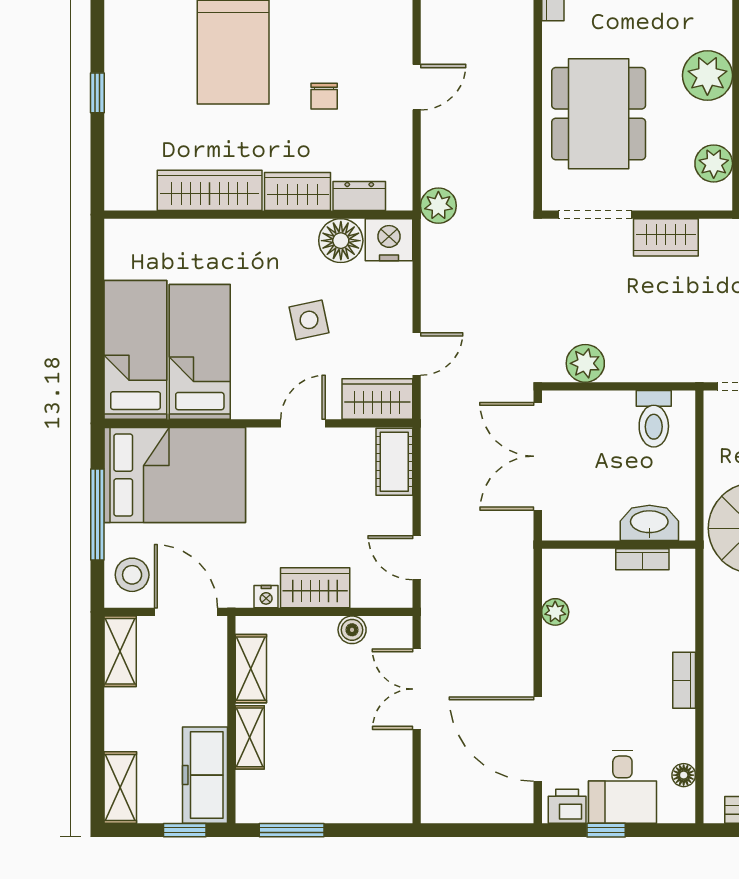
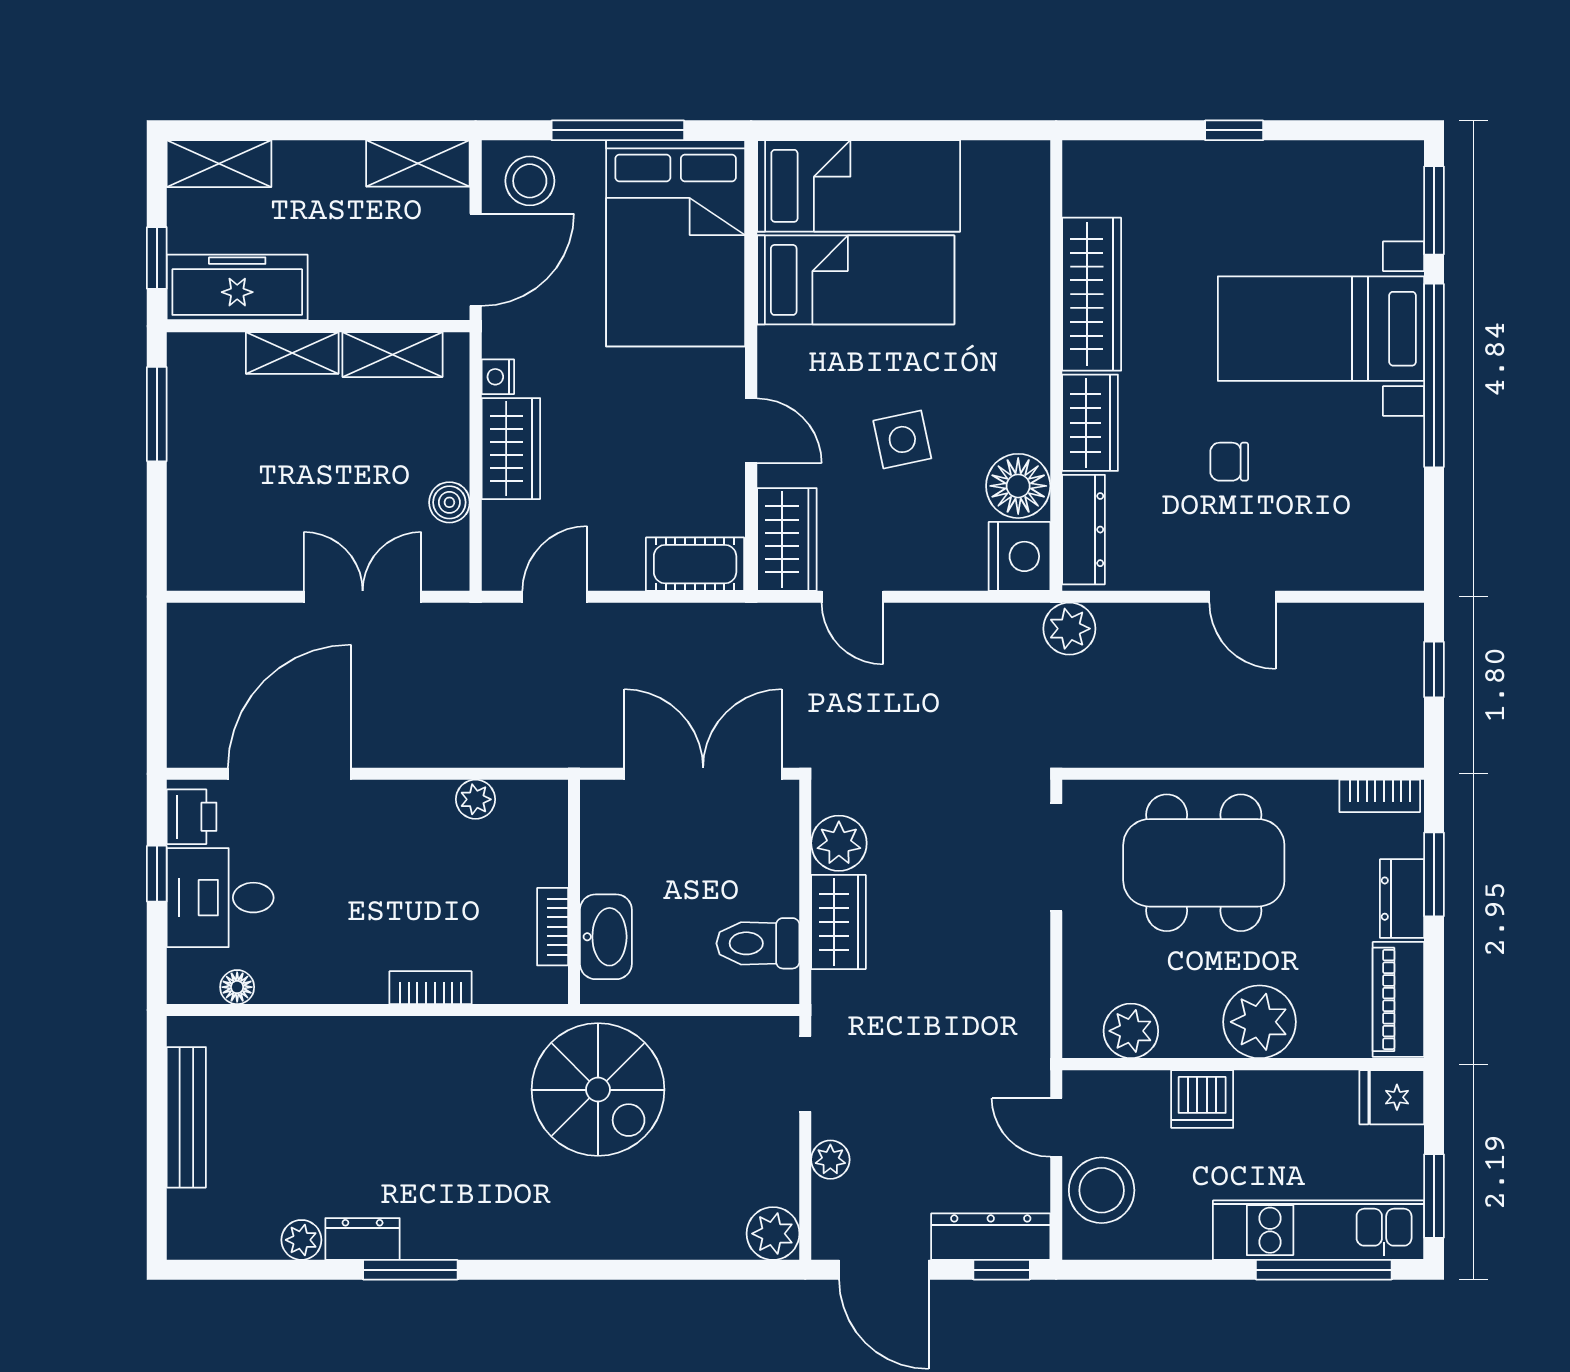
dresser: (359, 196) -> (1084, 530), width x1.44
wardrobe: (666, 237) -> (838, 922), moved, turned 180
bookcase: (684, 680) -> (431, 988), moved

